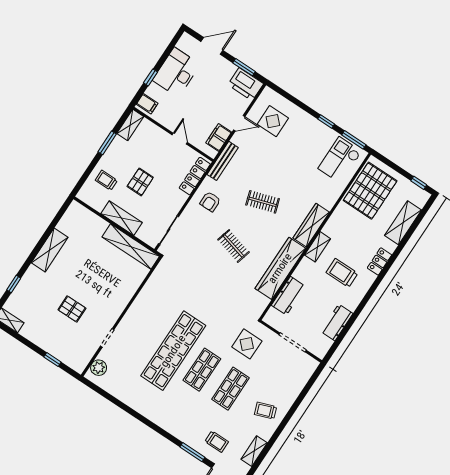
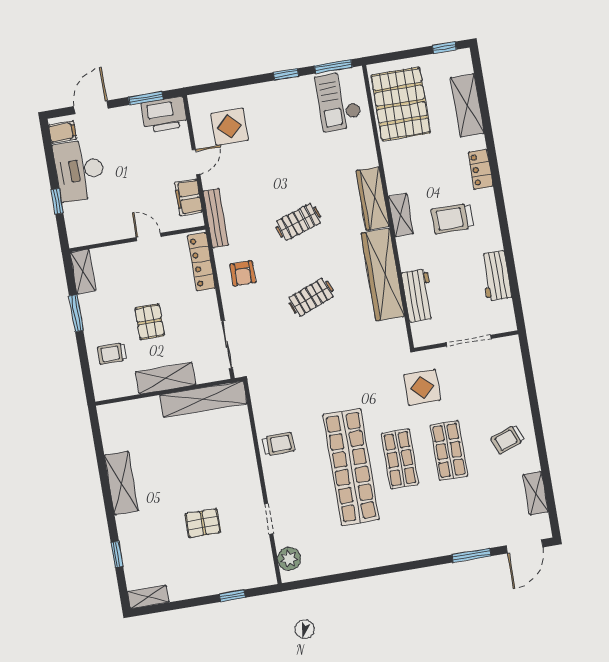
filing cabinet: (147, 104) -> (63, 132), moved
clothes rail: (233, 246) -> (311, 297), turned -36
trolley: (217, 442) -> (278, 444), moved

